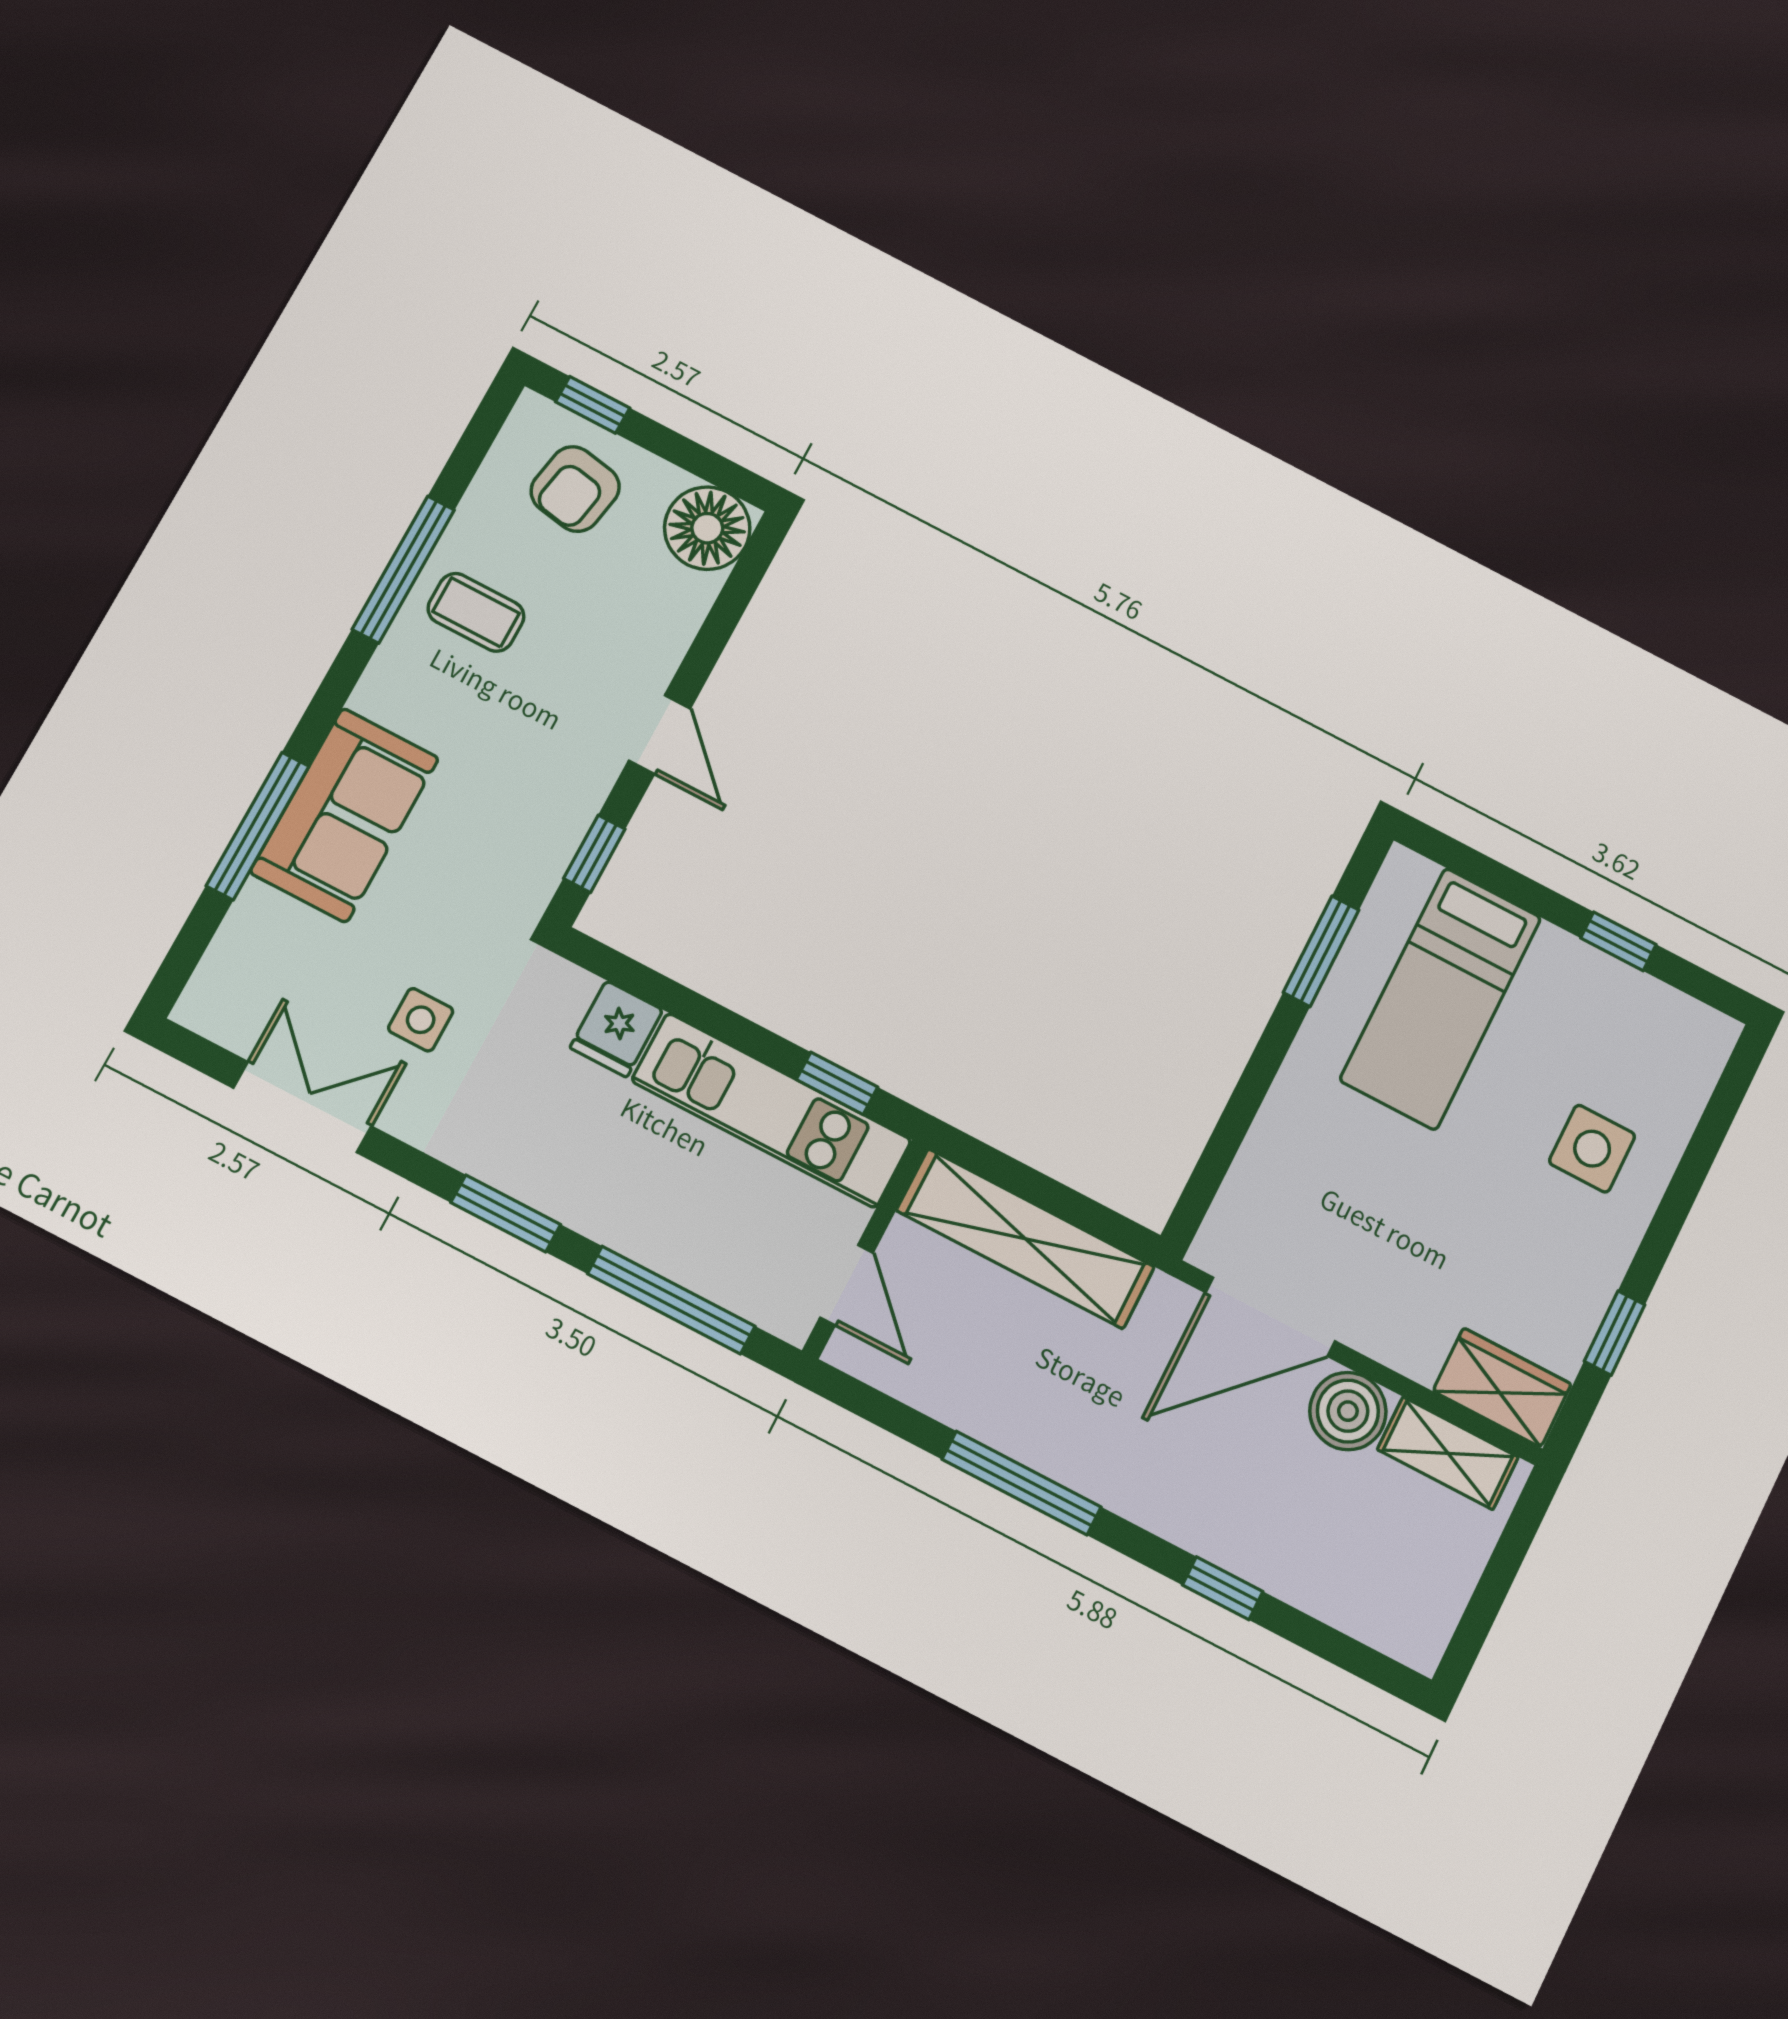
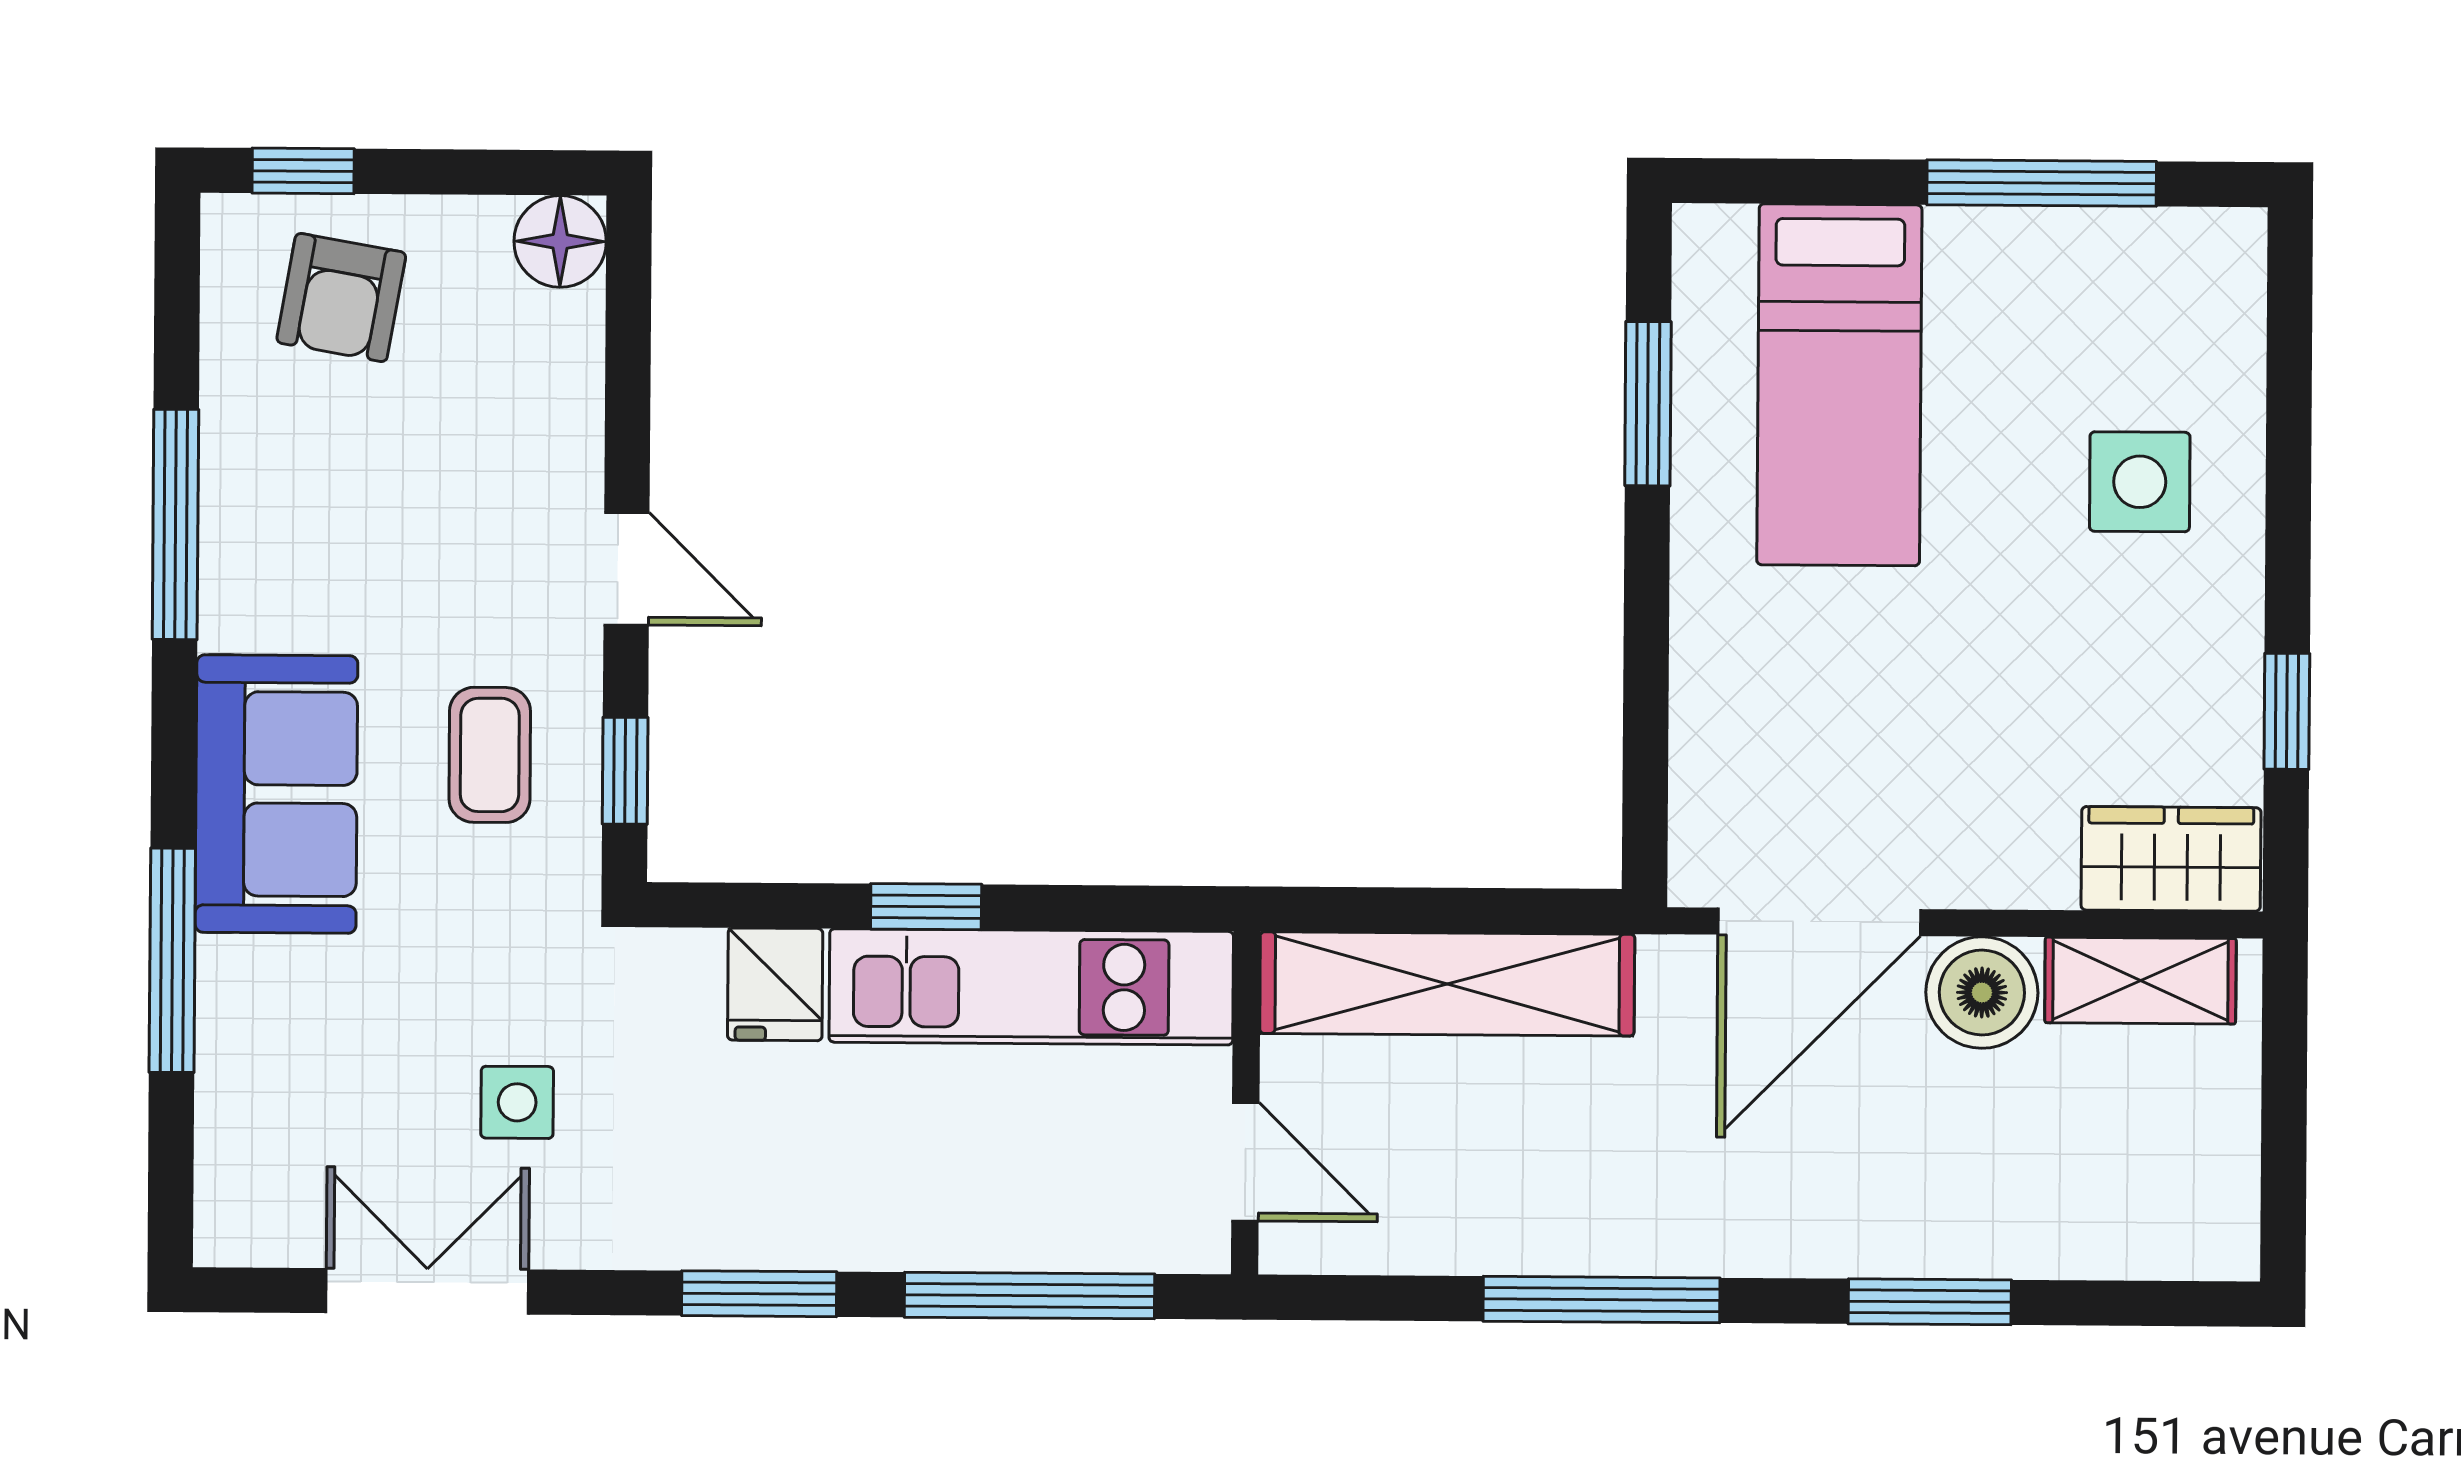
floor lamp: (707, 528) -> (560, 241), width x0.73, depth x0.73
coffee table: (476, 612) -> (490, 755), moved, turned 90
sofa: (345, 815) -> (276, 794), moved
window: (1618, 941) -> (2042, 183), width x2.17
window: (837, 1083) -> (926, 907), moved
window: (1223, 1588) -> (1930, 1302), width x1.50

